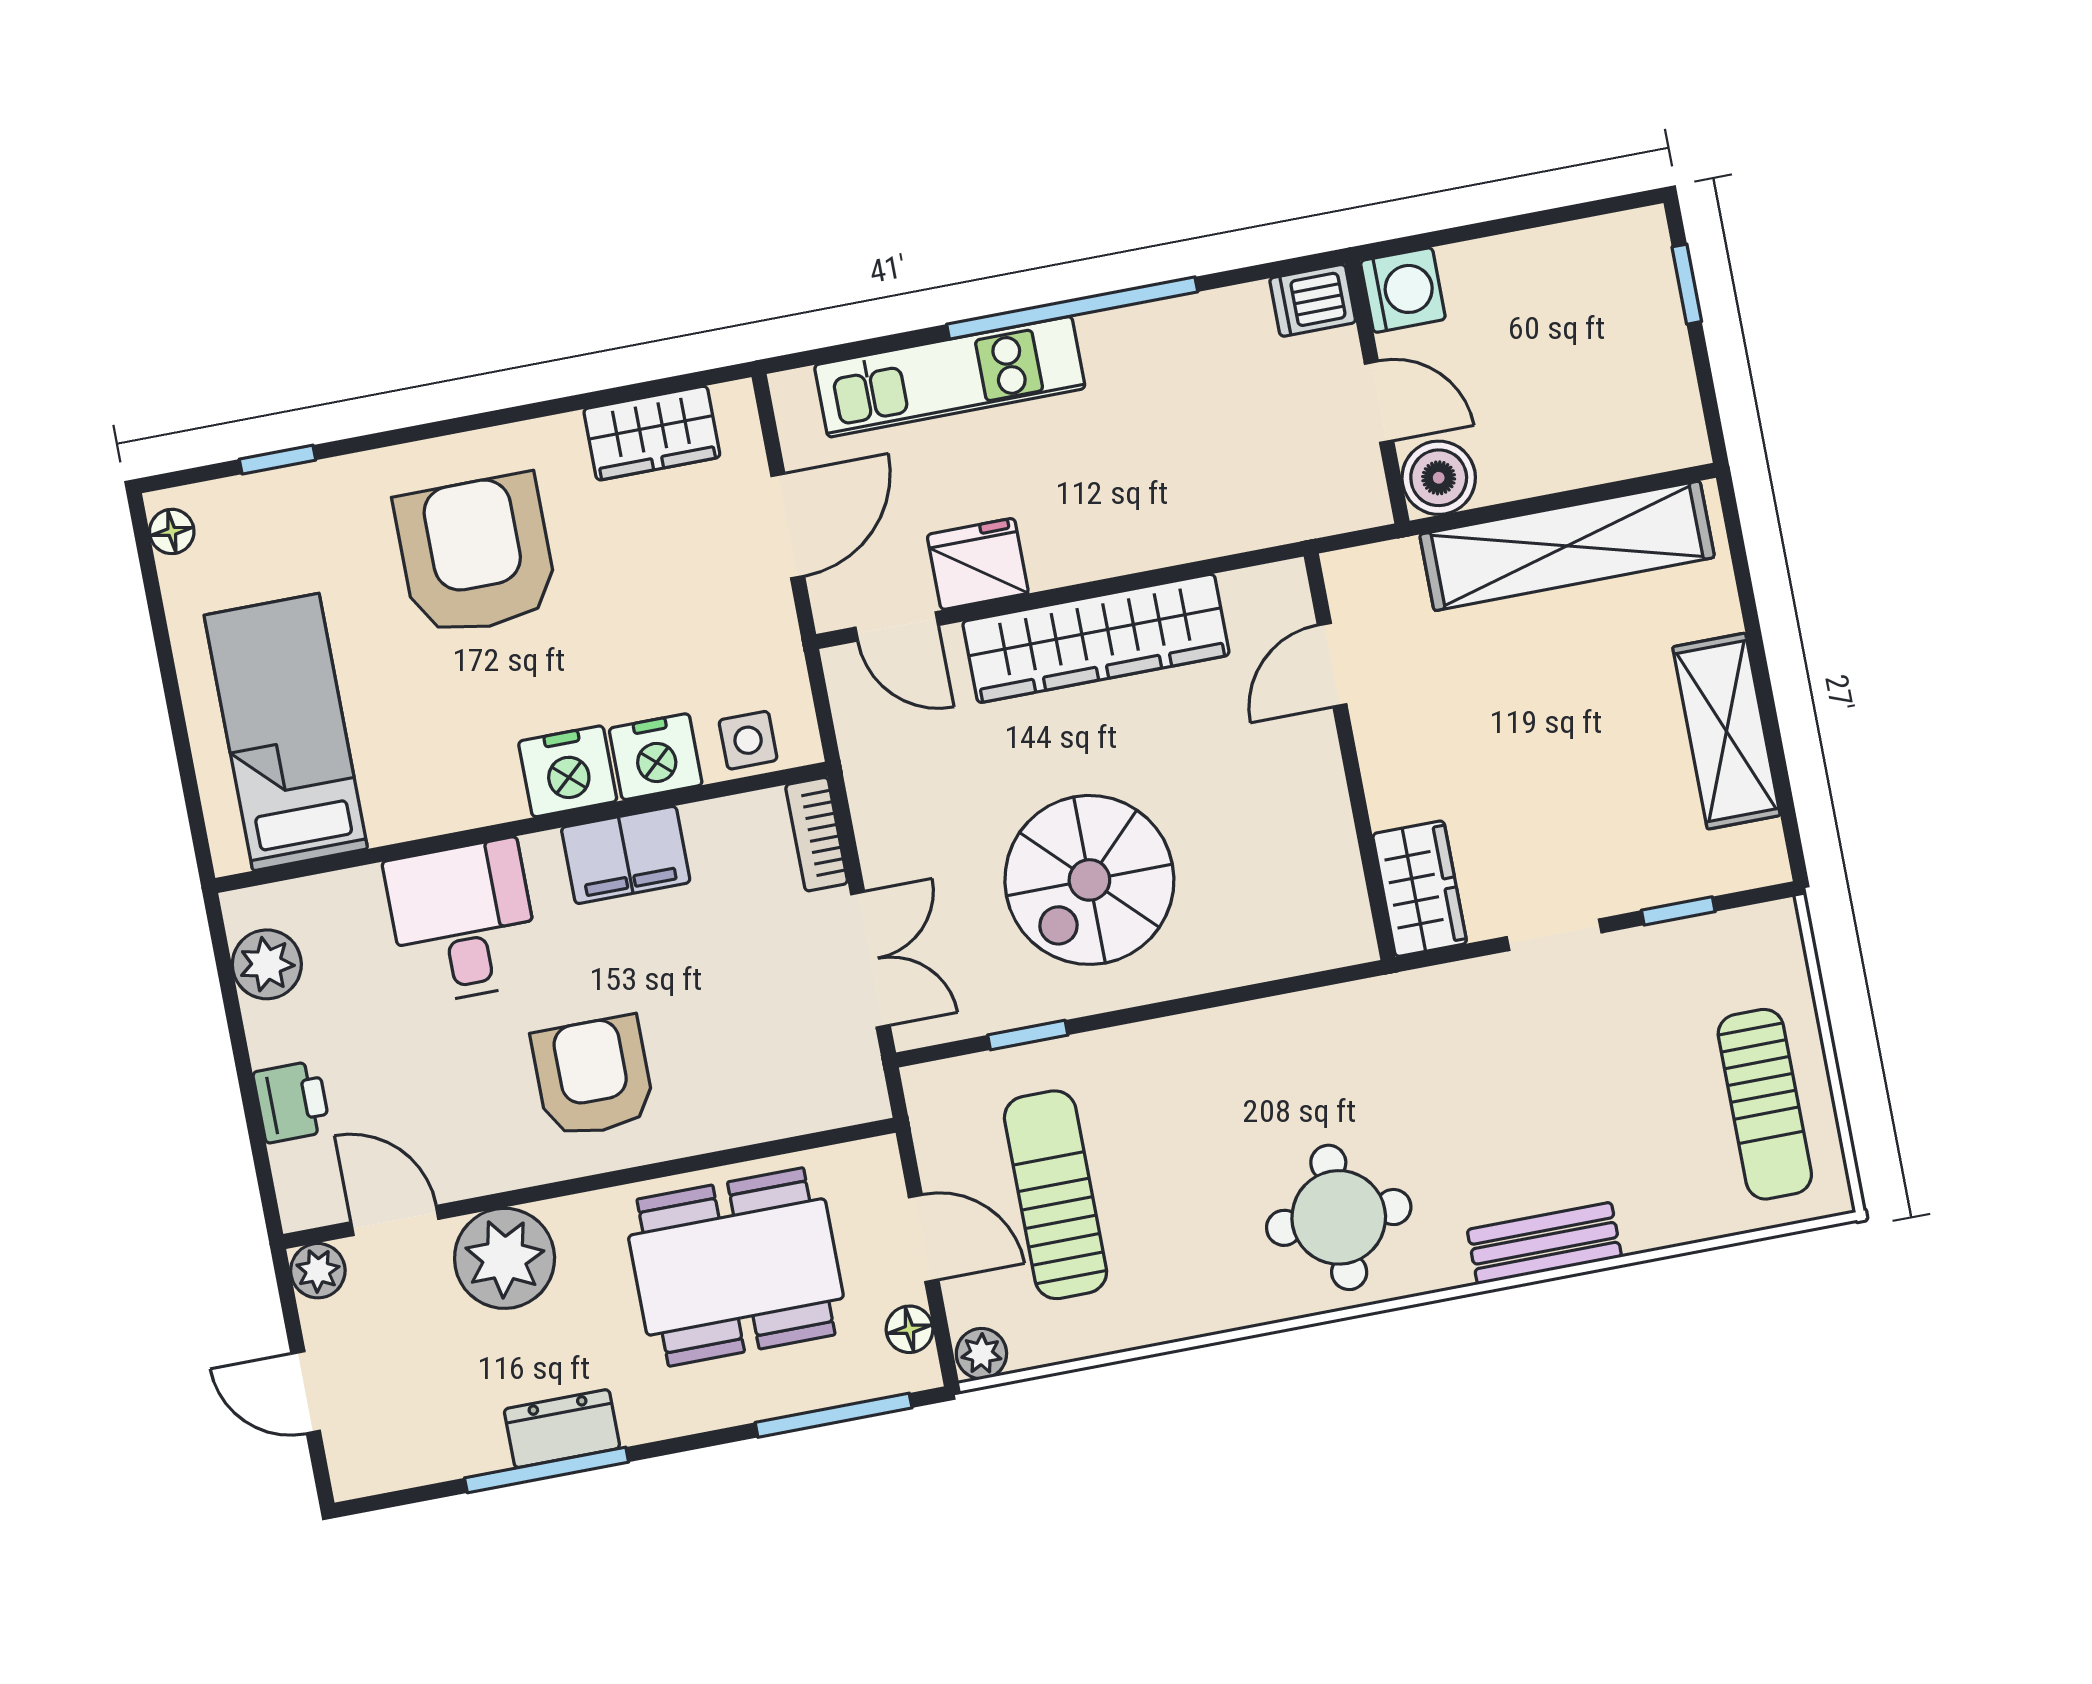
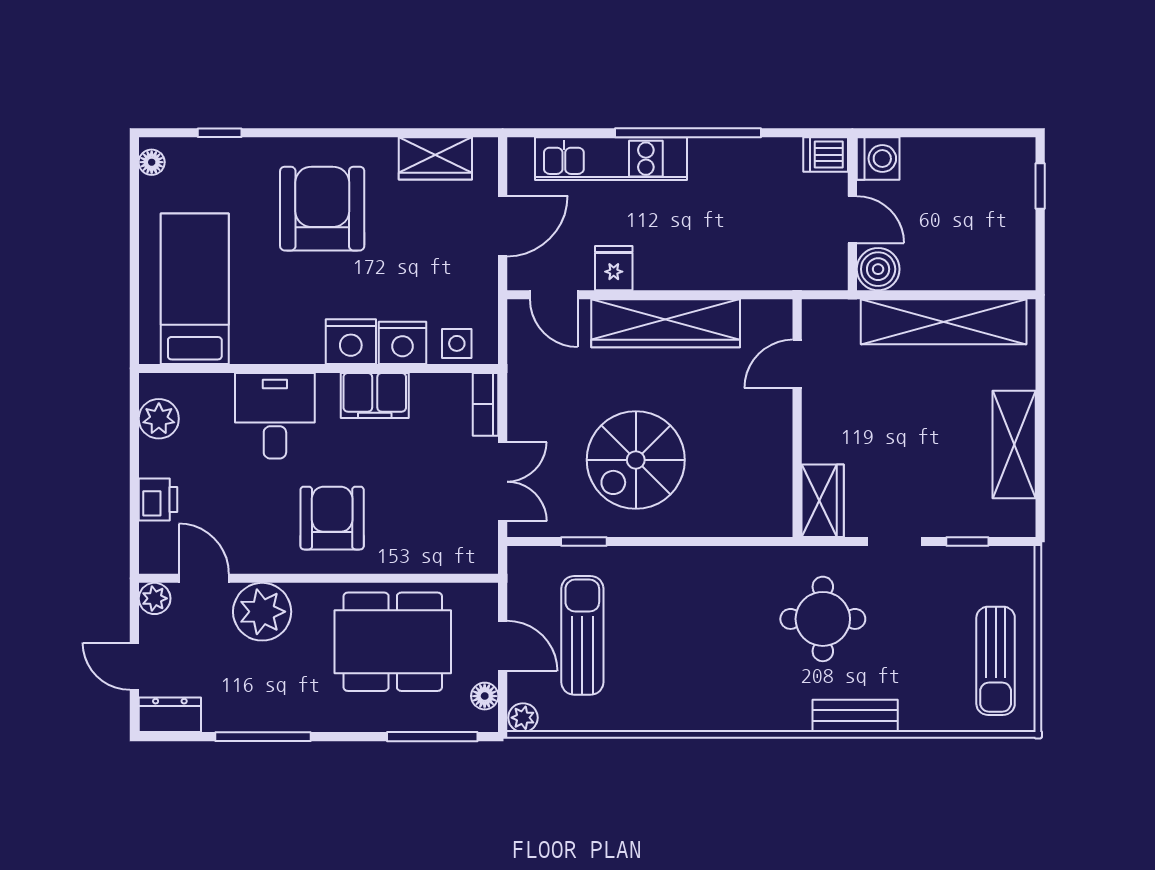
fridge: (978, 564) -> (614, 268), width x0.72
round table: (1339, 1217) -> (823, 619), moved
dresser: (562, 1429) -> (170, 715), moved

